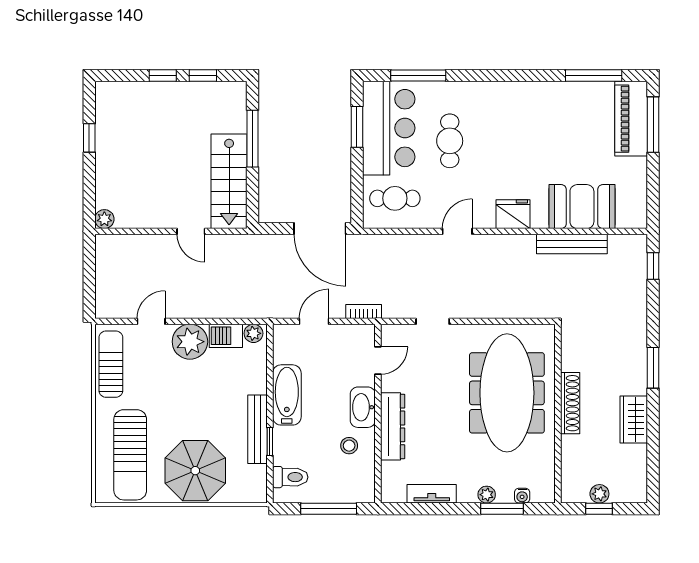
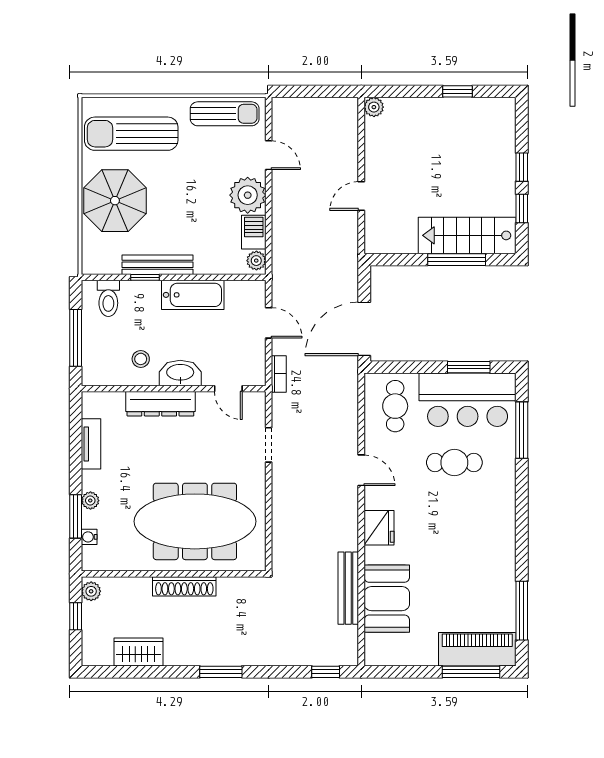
stairs: (229, 181) -> (467, 235), moved
wardrobe: (634, 420) -> (139, 652), moved
plant: (599, 494) -> (91, 591), moved

